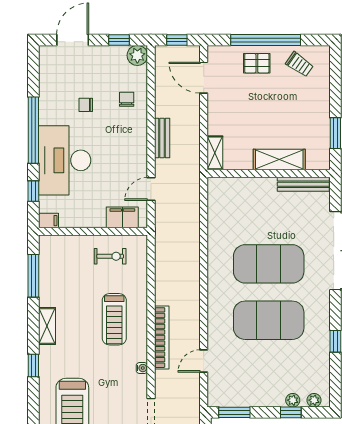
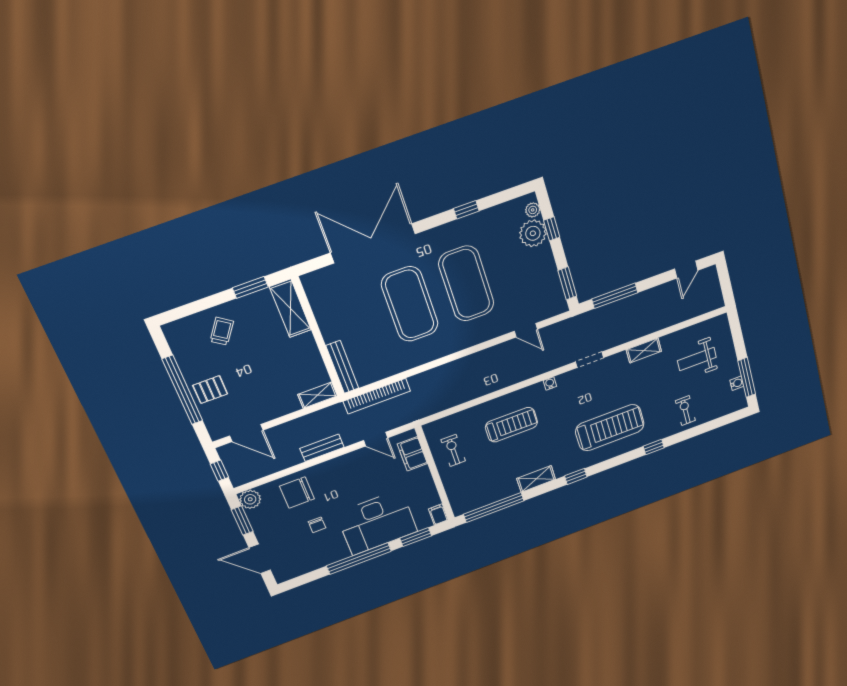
window: (119, 40) -> (242, 520), width x1.50
pallet: (257, 63) -> (210, 390), turned 90
trolley: (299, 64) -> (222, 331), moved
door: (204, 78) -> (246, 433), hinge flipped
chair: (127, 99) -> (297, 493), width x1.87, depth x1.87
shelving: (279, 160) -> (290, 308), moved
bench: (303, 184) -> (342, 367), moved
window: (33, 191) -> (416, 537), width x1.50
window: (33, 276) -> (494, 507), width x1.46
bookcase: (162, 338) -> (377, 396), moved, turned 180
plant: (293, 400) -> (533, 233), width x1.88, depth x1.88

